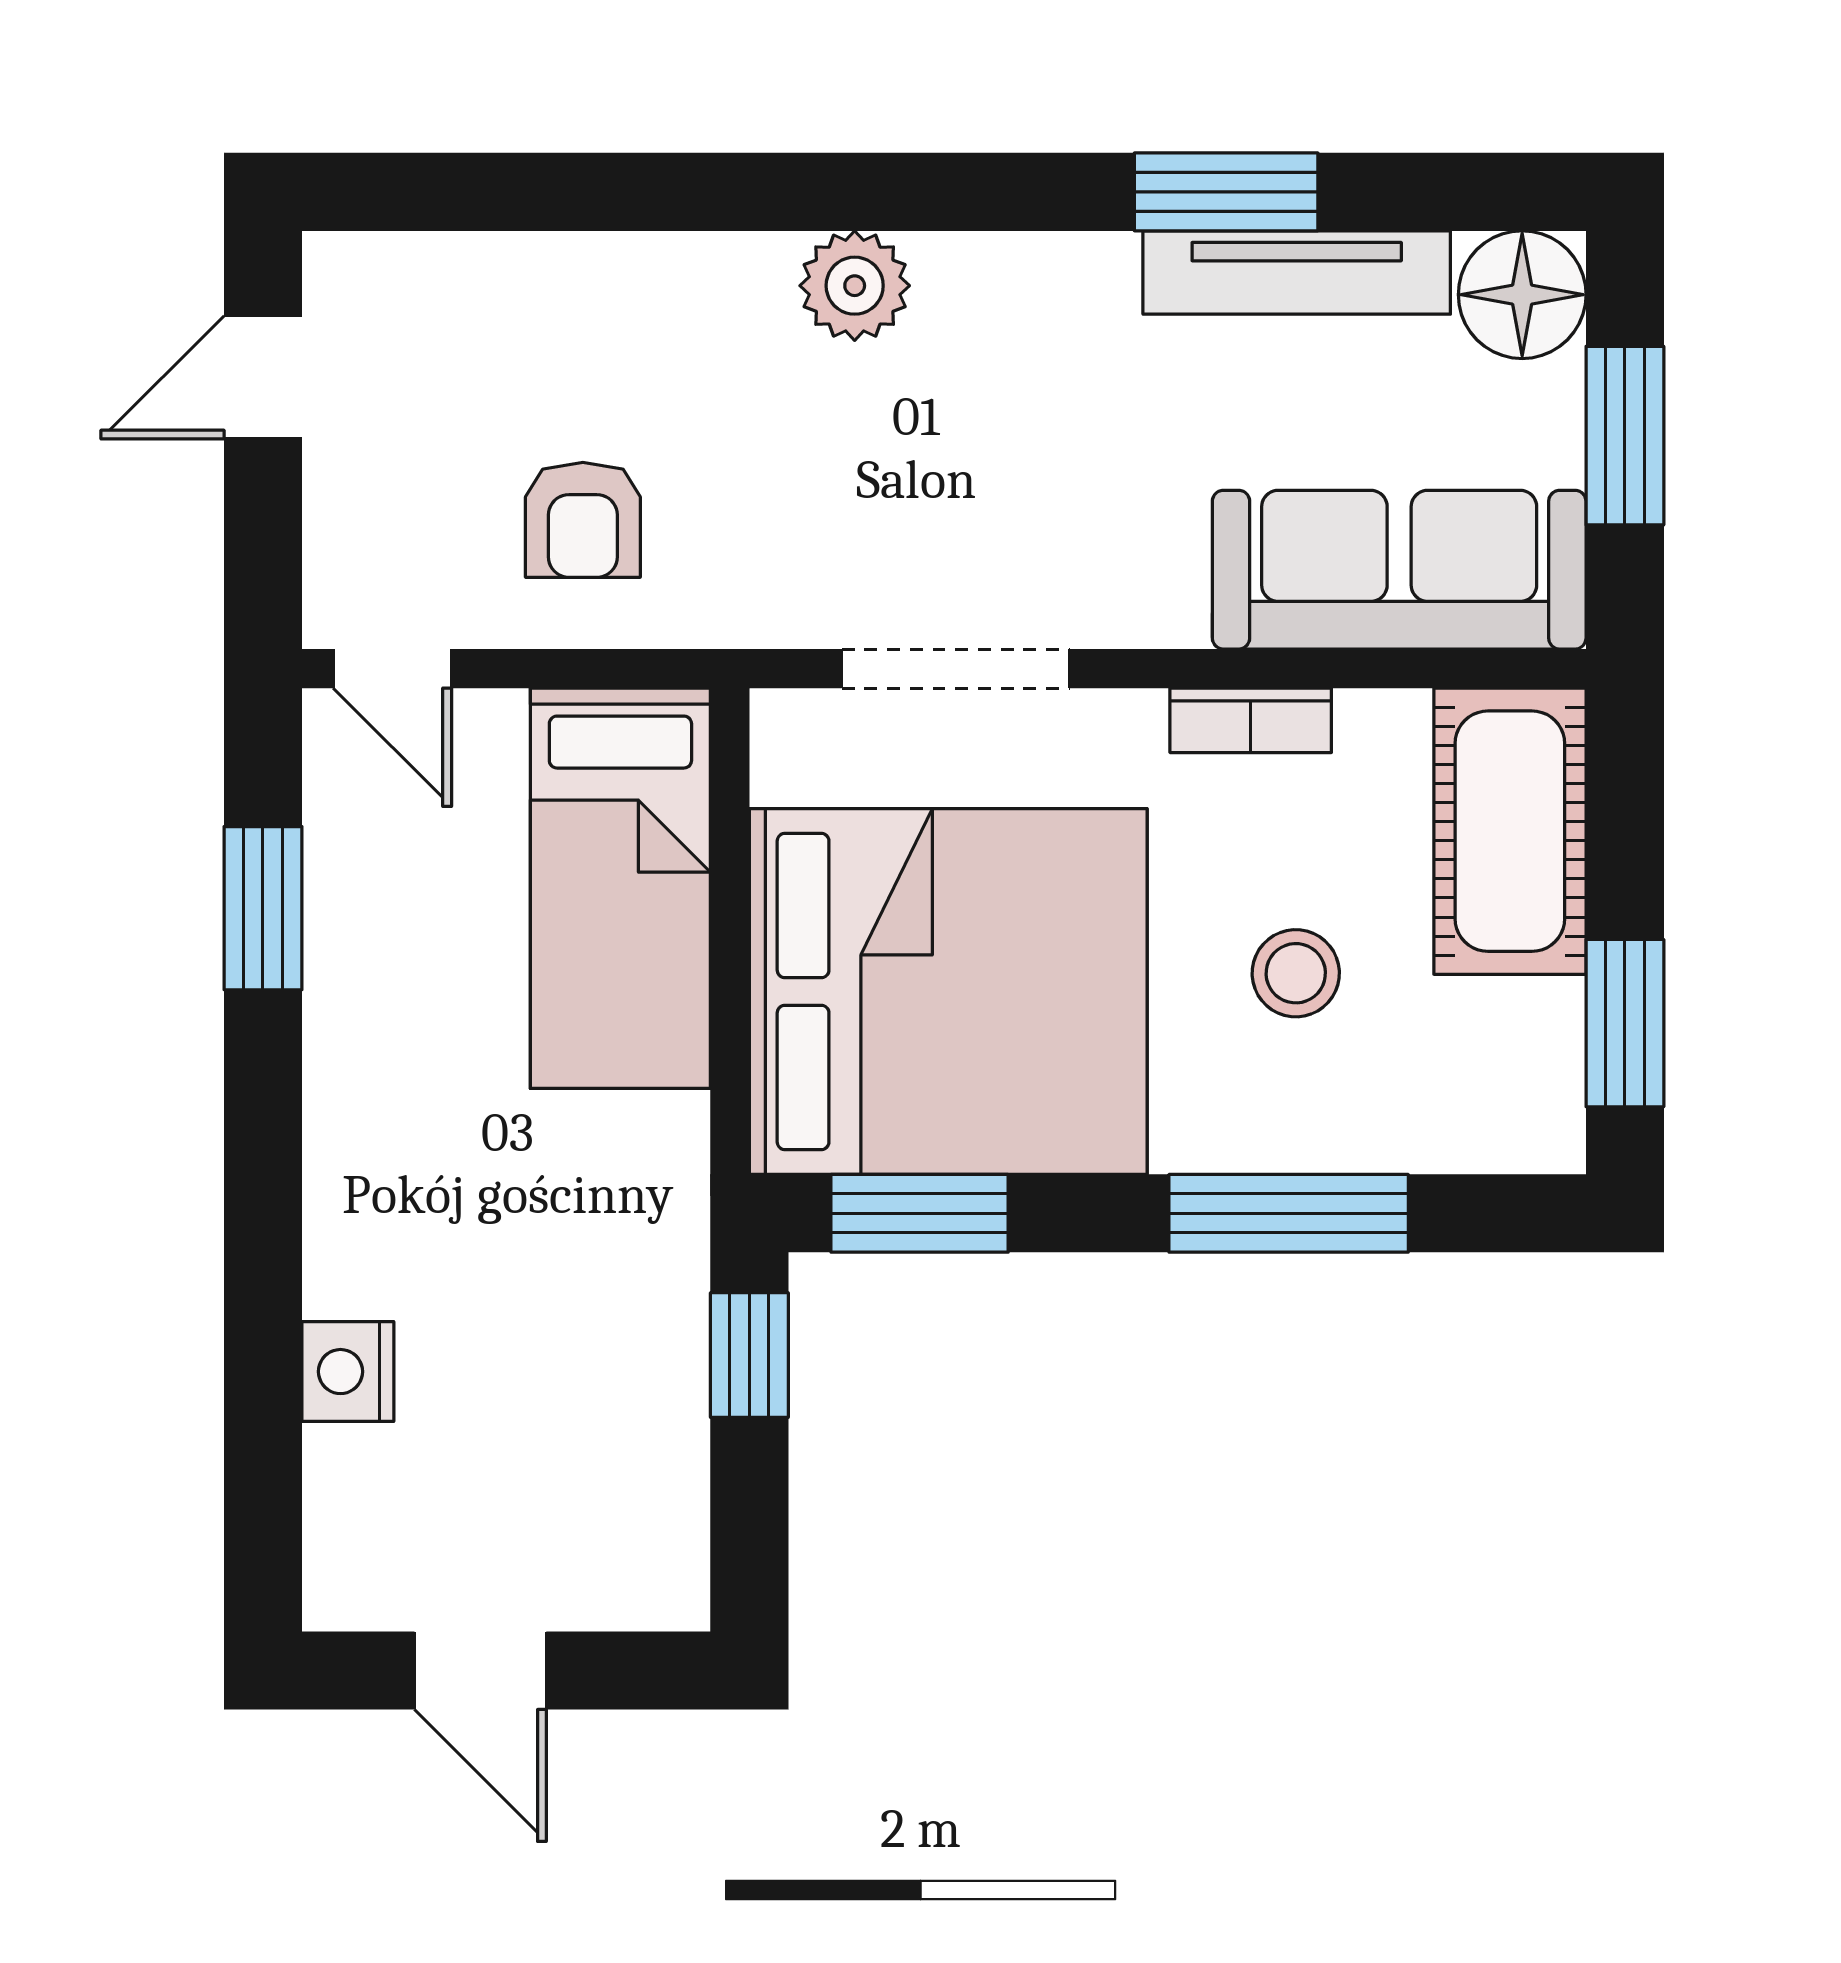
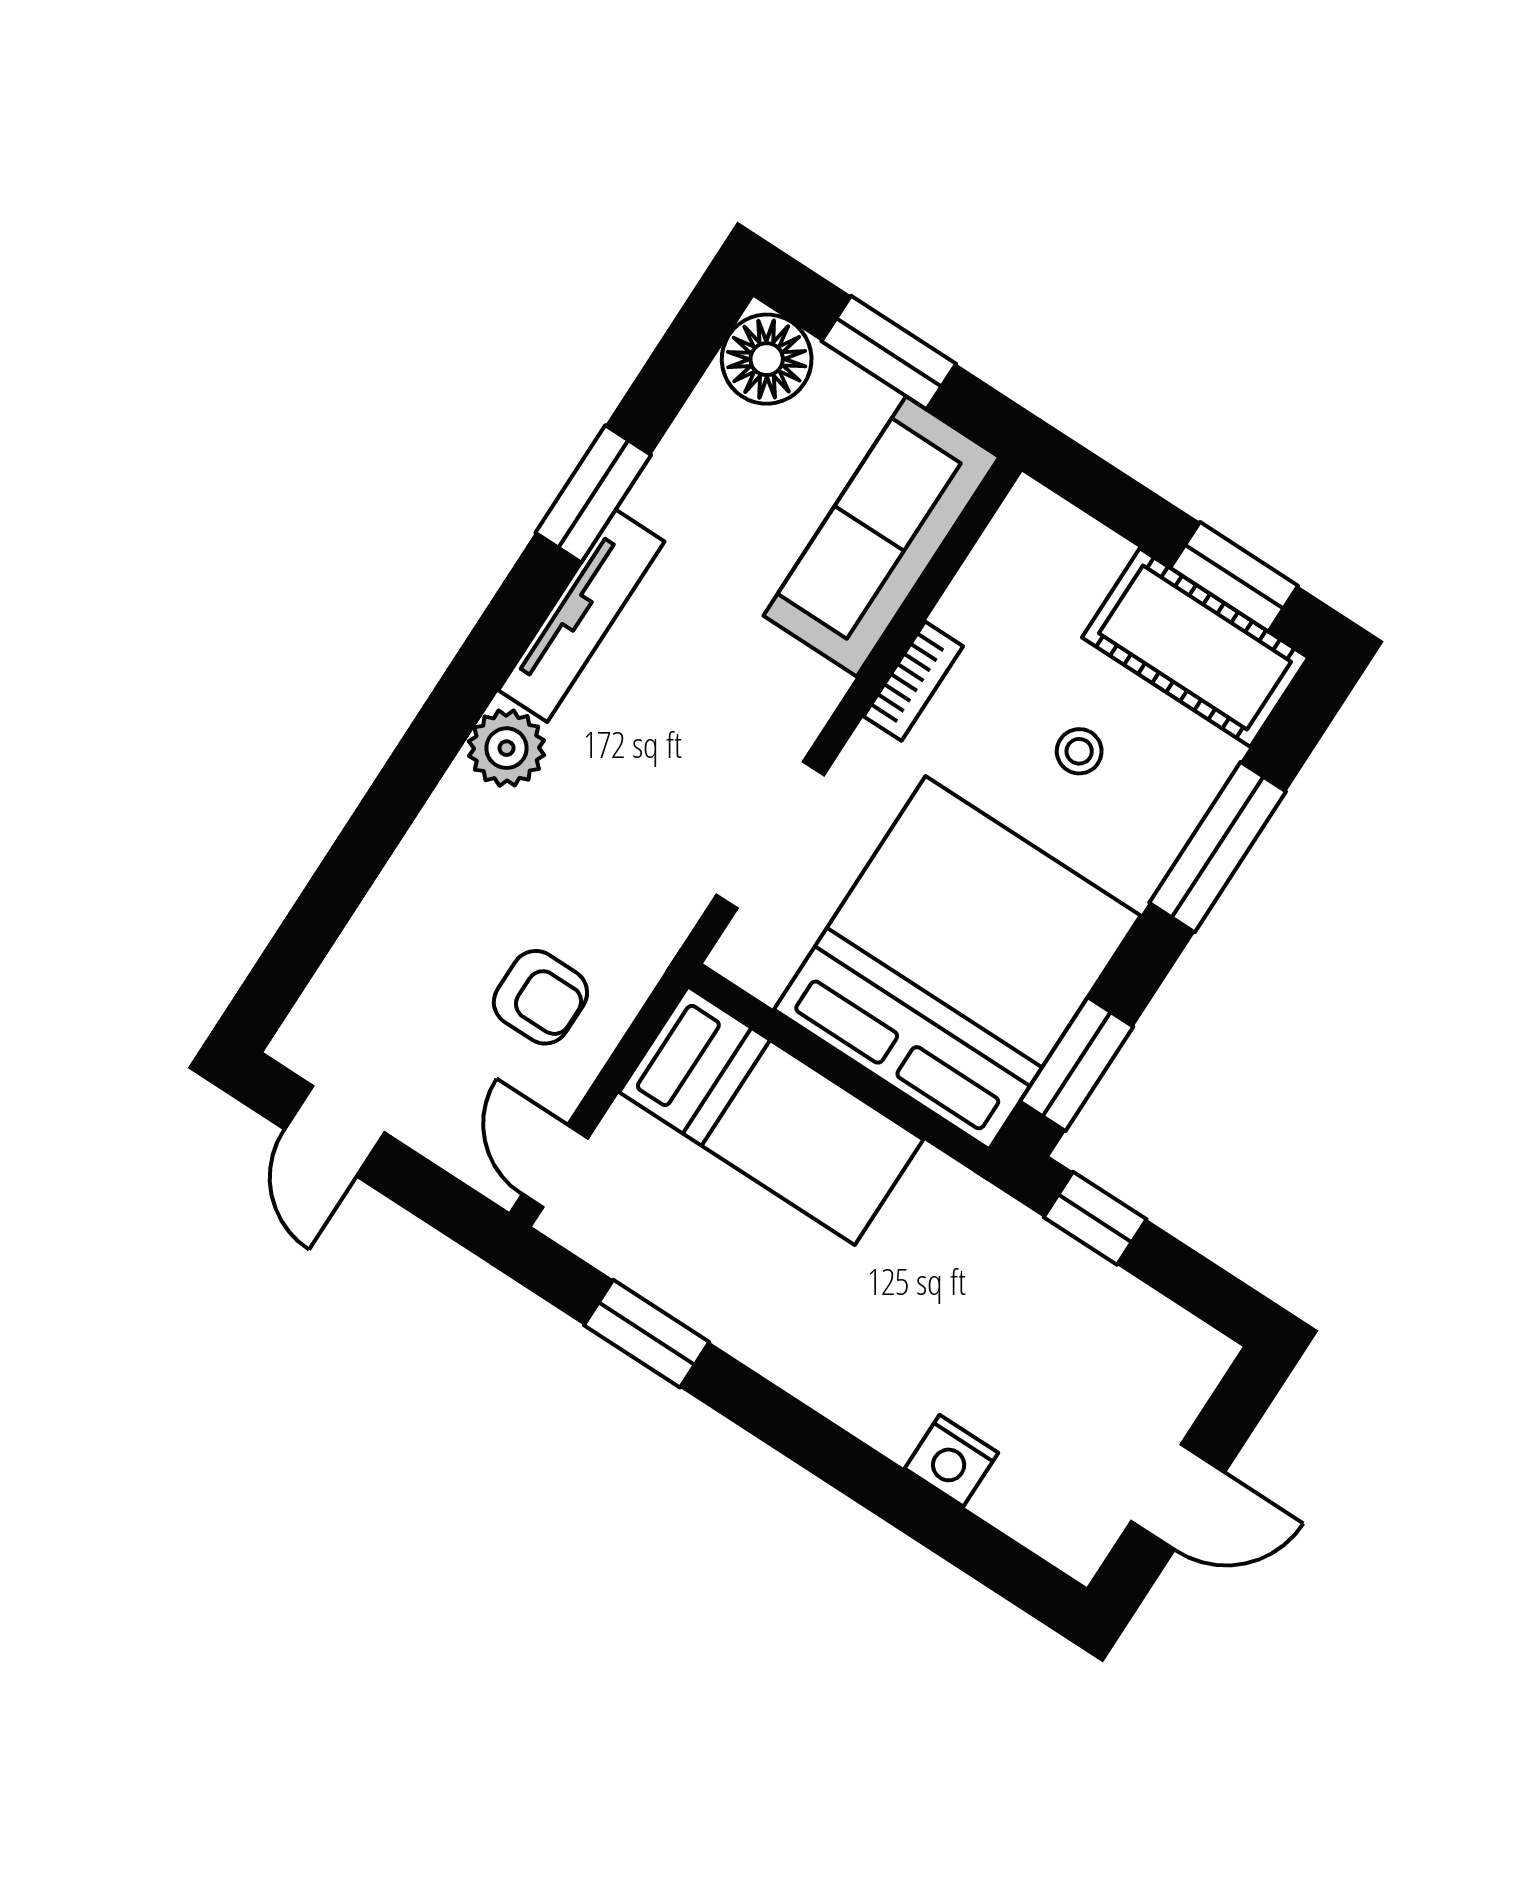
tv unit: (1297, 272) -> (581, 616), moved
door: (392, 669) -> (555, 1166), swing flipped
cot: (1510, 831) -> (1195, 648), moved
stool: (1296, 973) -> (1079, 751), width x0.73, depth x0.73

